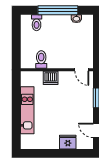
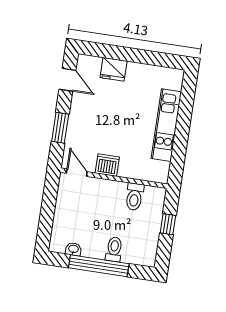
toilet: (37, 23) -> (114, 249), moved
window: (16, 45) -> (168, 224), added
dishwasher: (51, 78) -> (107, 165), moved

